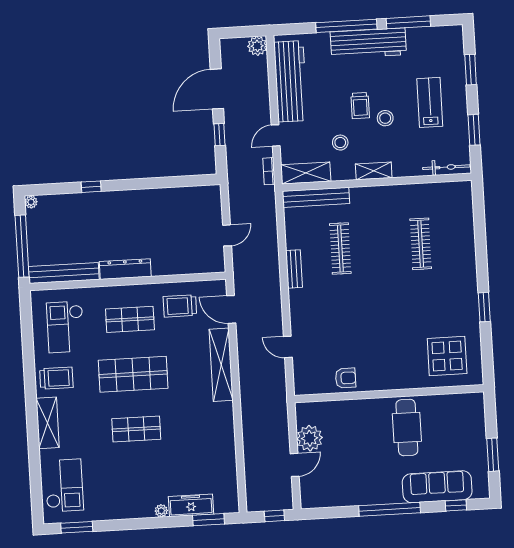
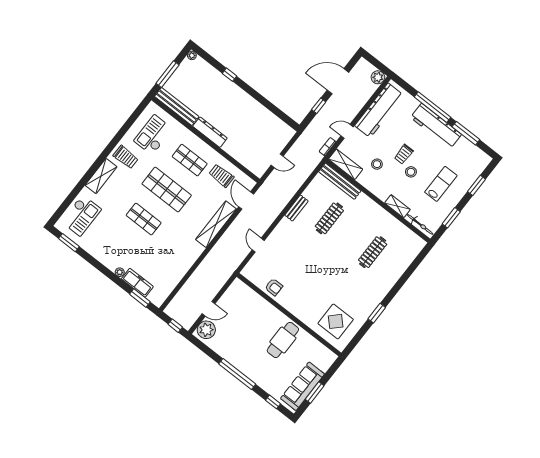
shelving: (374, 171) -> (397, 206), moved
window: (22, 246) -> (167, 74), width x0.68
plant: (310, 438) -> (206, 330), moved
sofa: (437, 487) -> (303, 386), moved, turned -90

